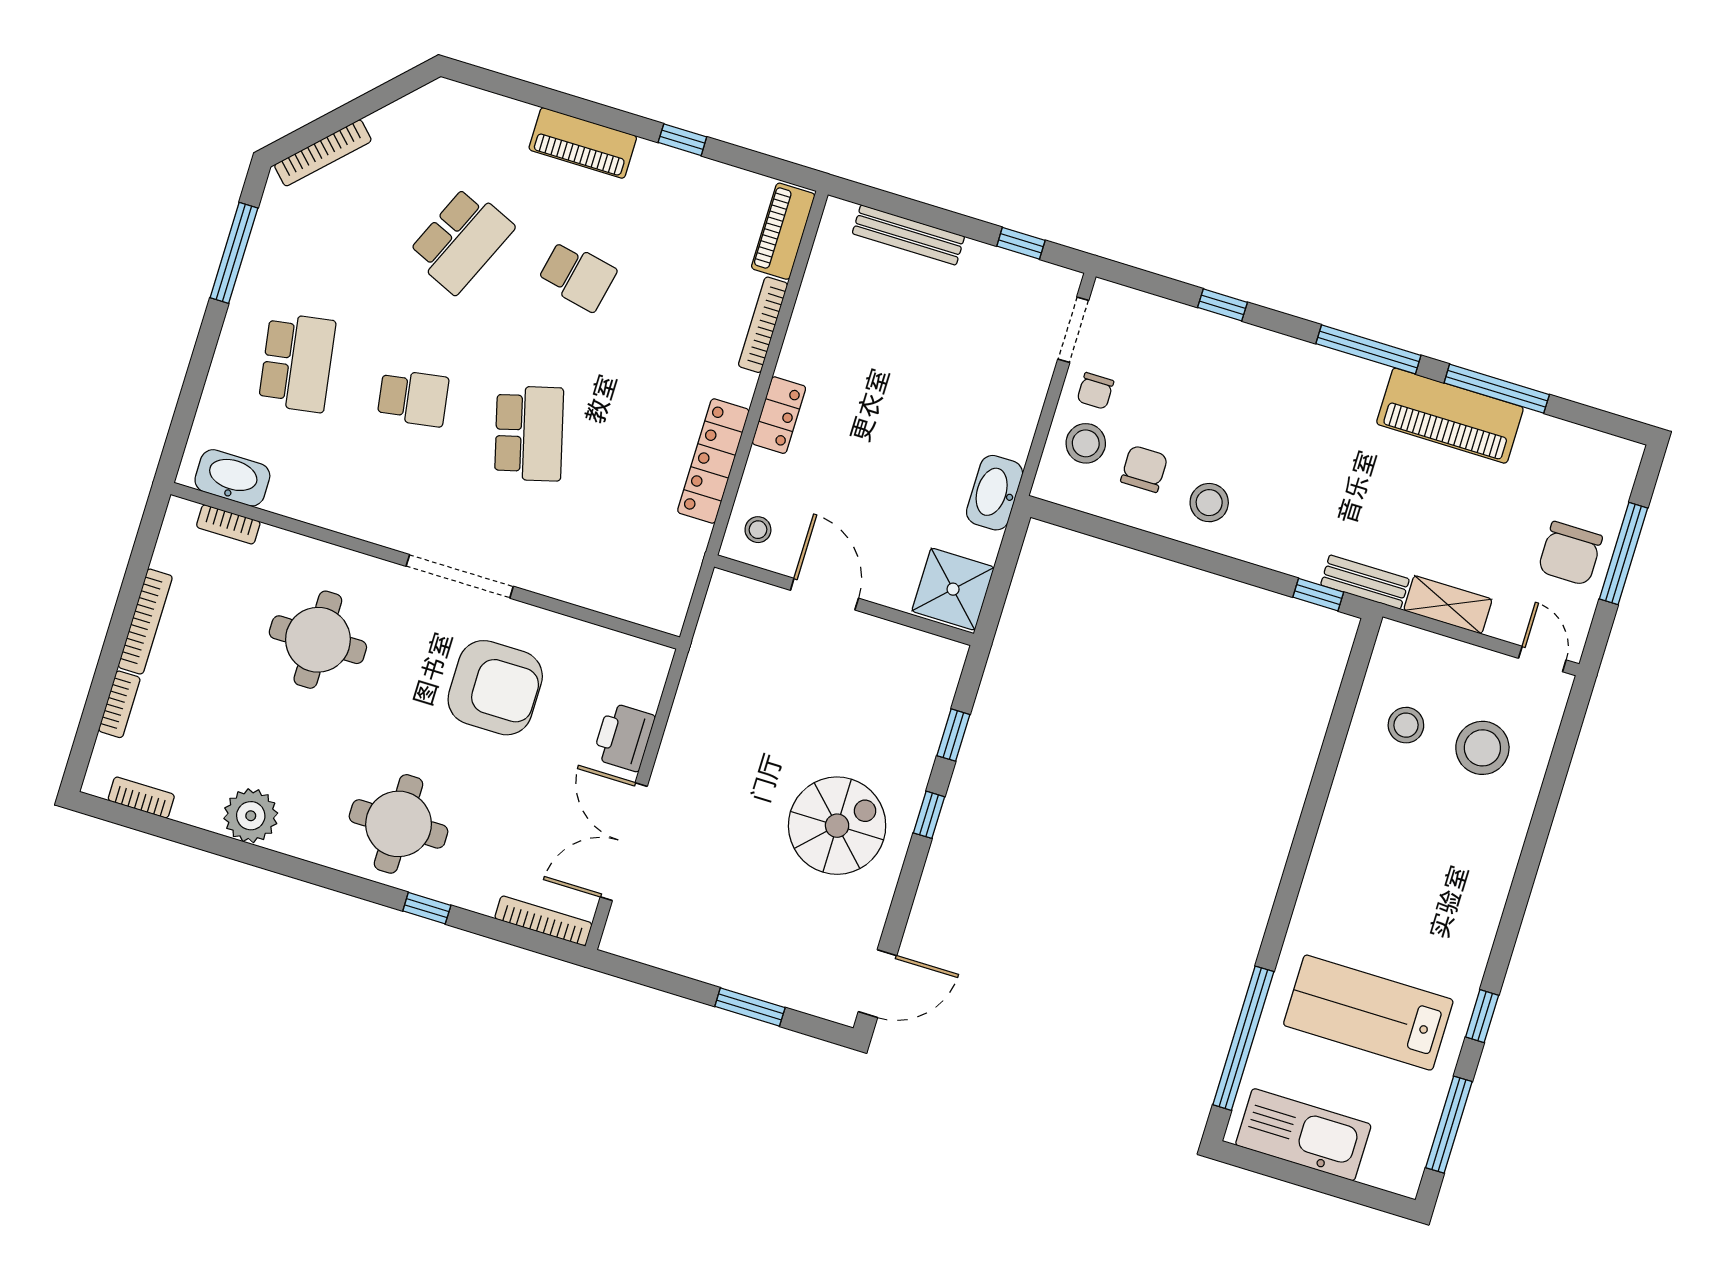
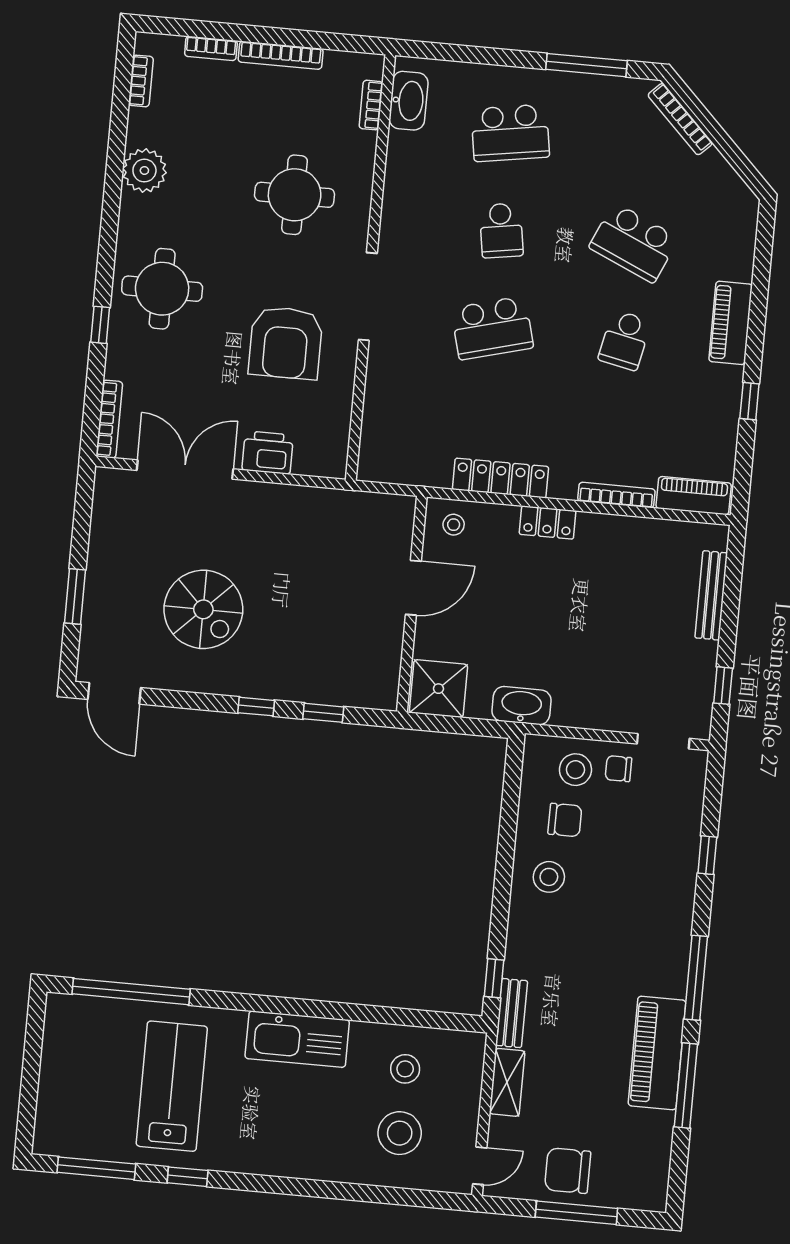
spiral stairs: (837, 826) -> (203, 609), moved
kitchen sink: (1303, 1135) -> (297, 1039), moved, turned 90

